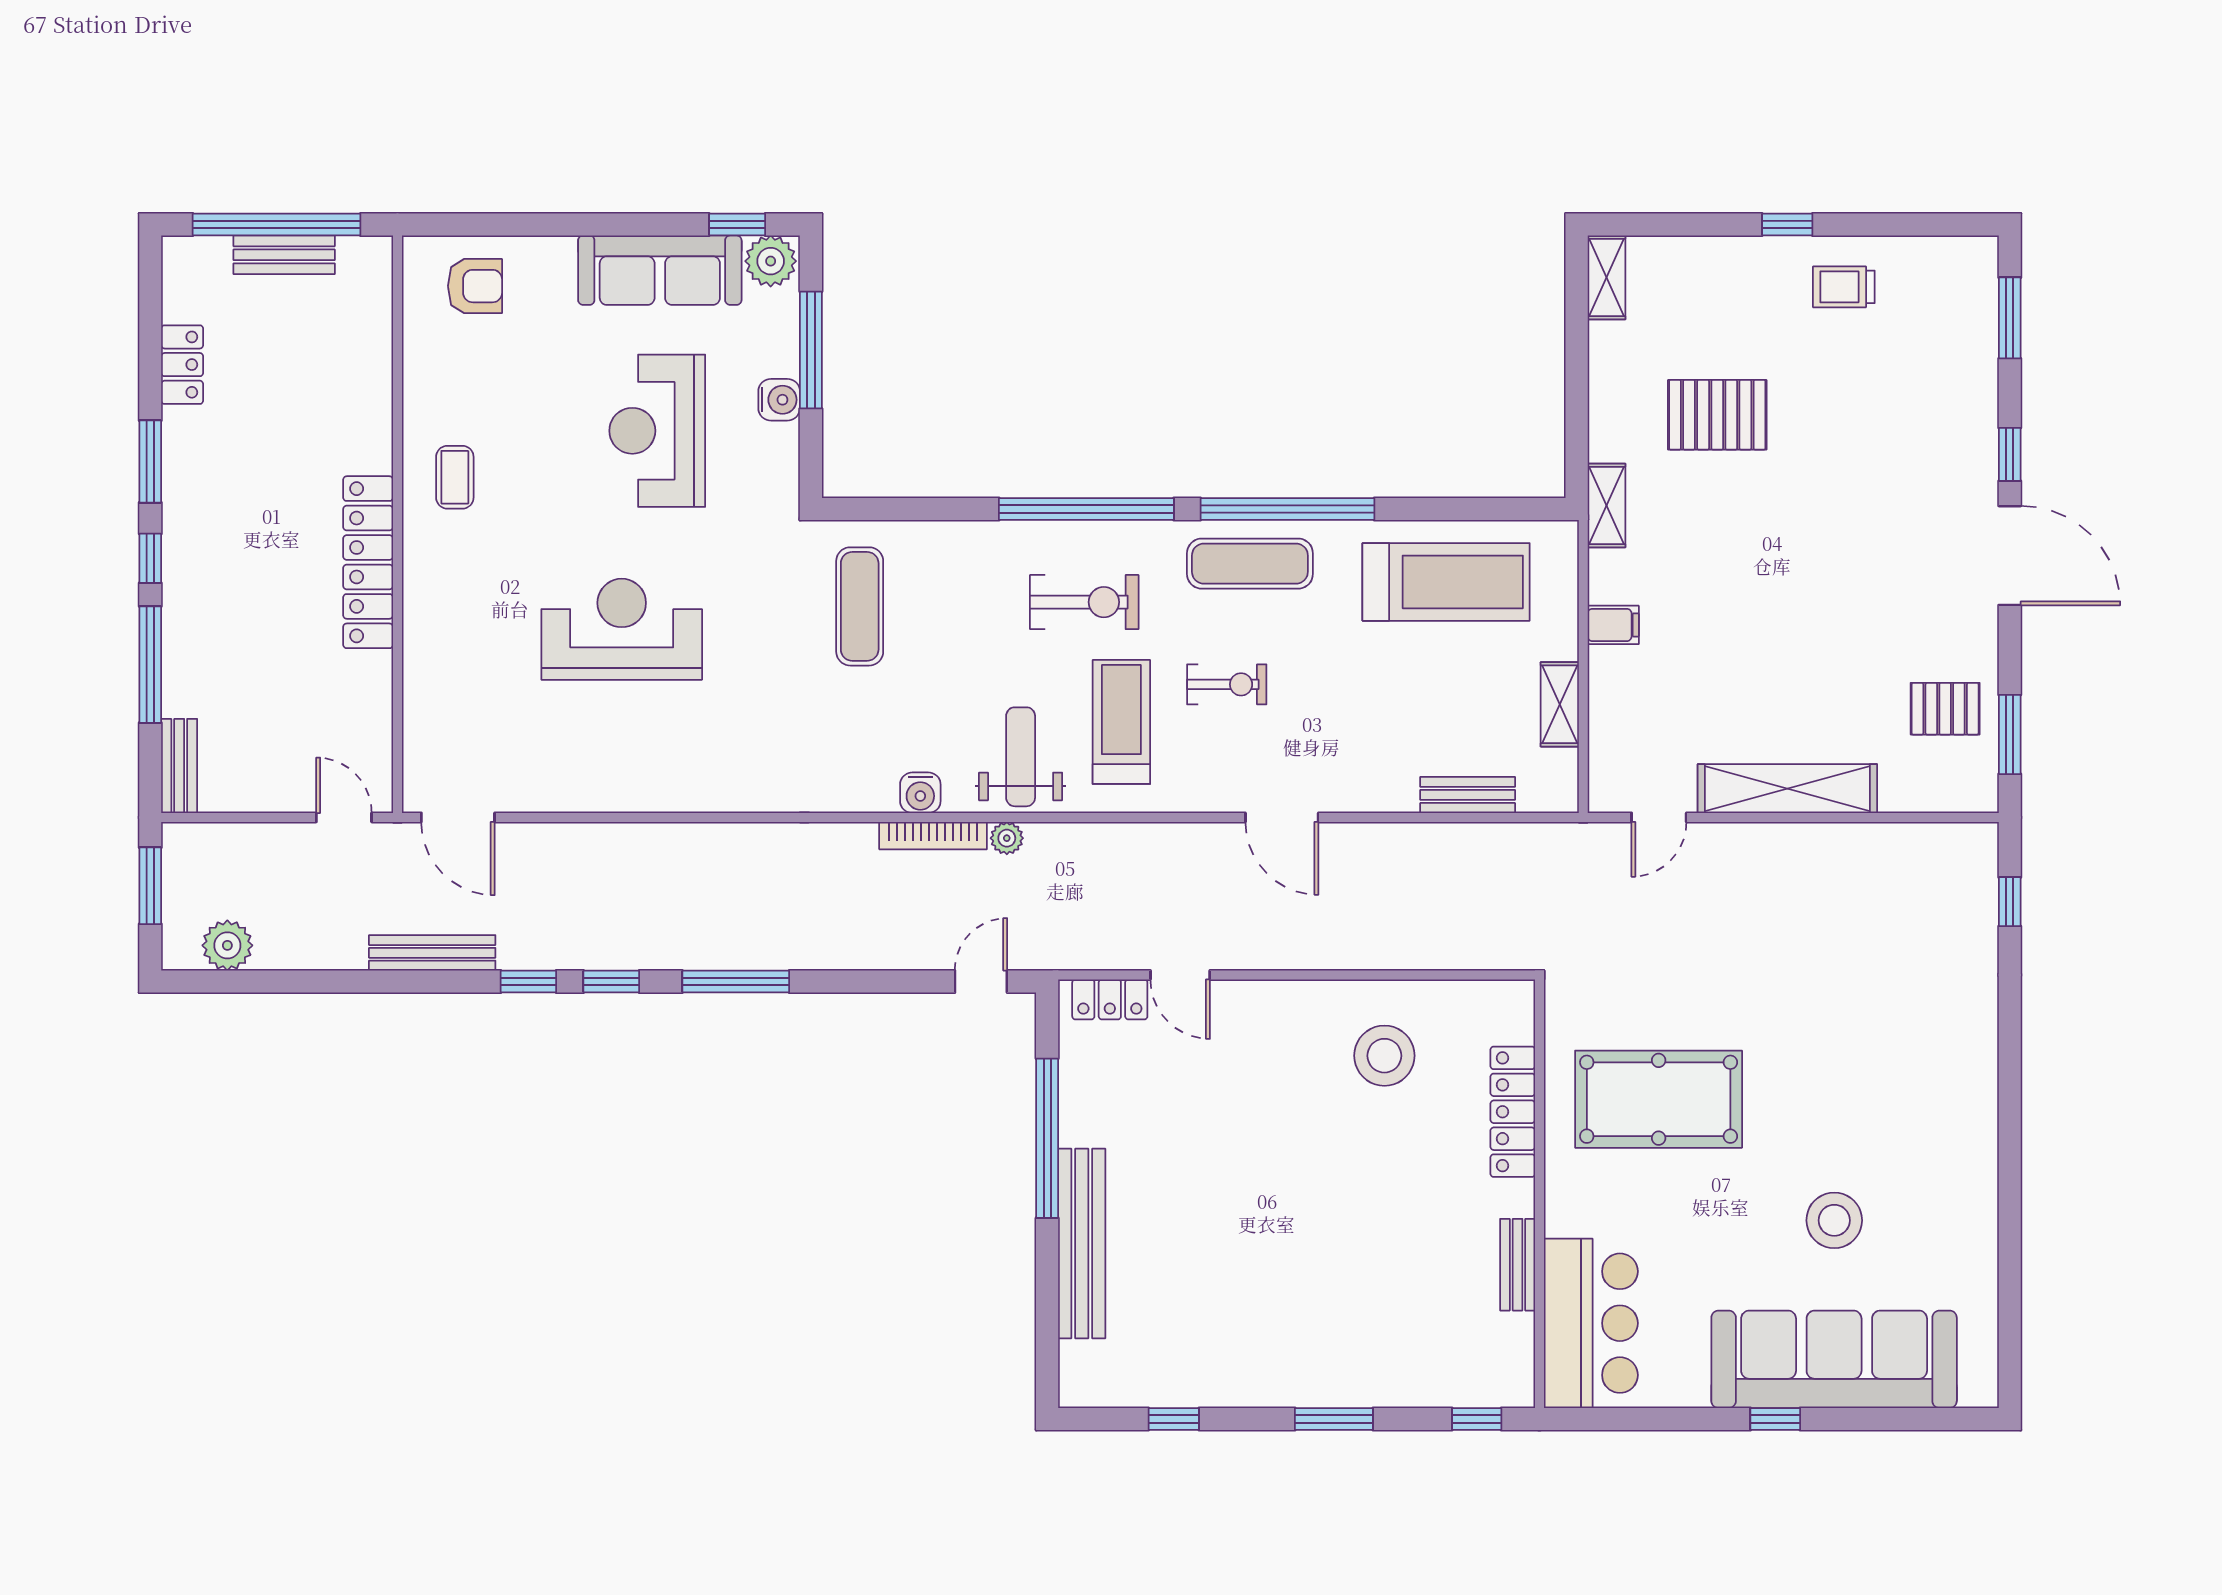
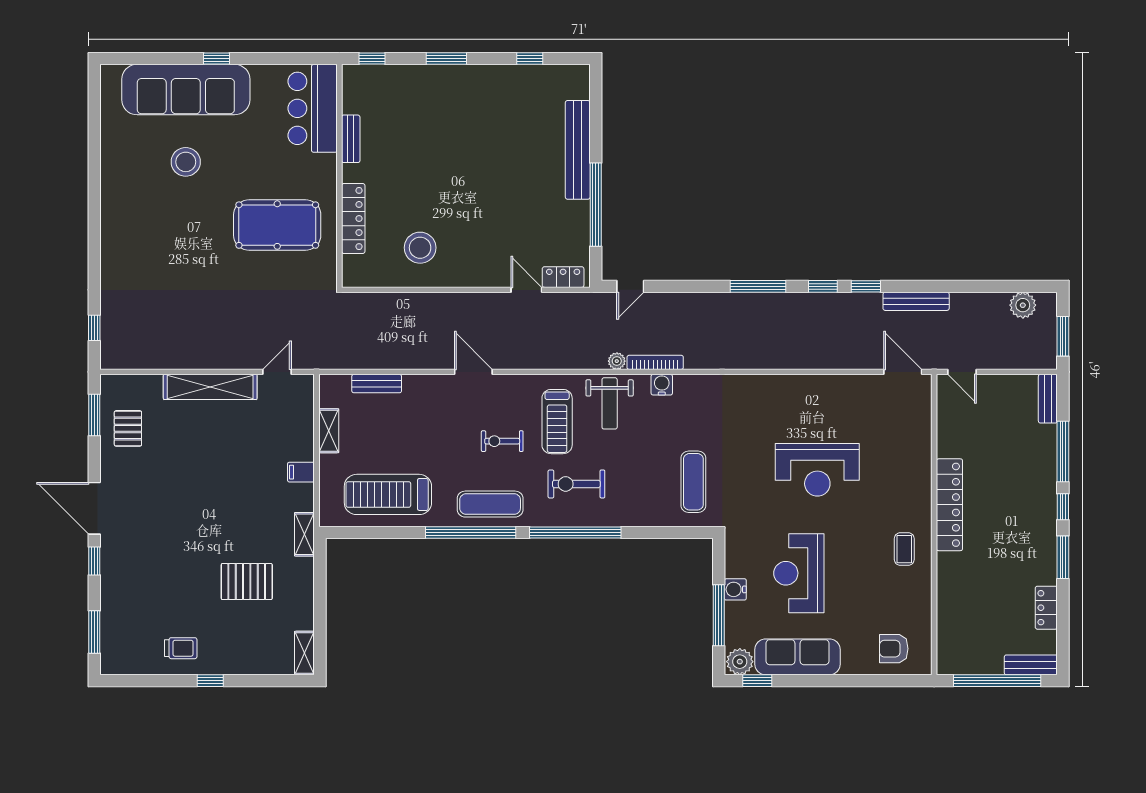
bench: (284, 255) -> (1031, 665), moved
reception desk: (657, 431) -> (799, 573), turned 180
pallet: (1945, 709) -> (128, 428), turned 90

